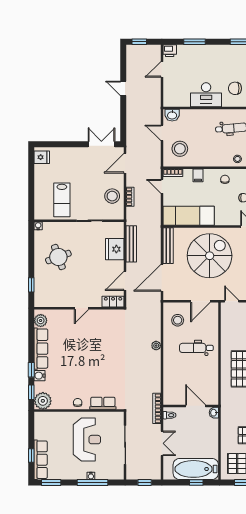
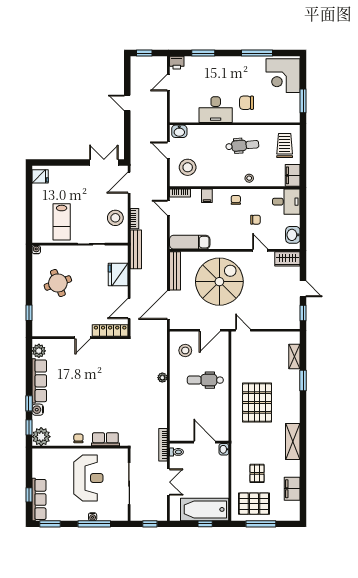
exam couch: (189, 216) -> (190, 242), width x0.73, depth x0.69
bench: (131, 244) -> (136, 249), moved
locker: (113, 302) -> (110, 331), width x1.53

